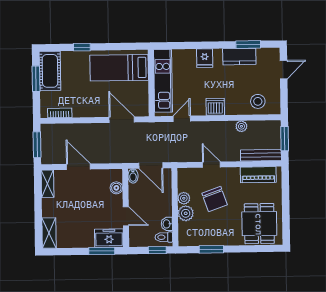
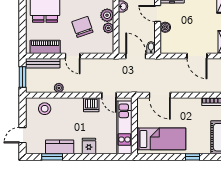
dishwasher: (215, 107) -> (91, 105), moved
door: (182, 119) -> (109, 95), hinge flipped
door: (211, 165) -> (73, 56), moved
boiler: (116, 188) -> (165, 27), moved

